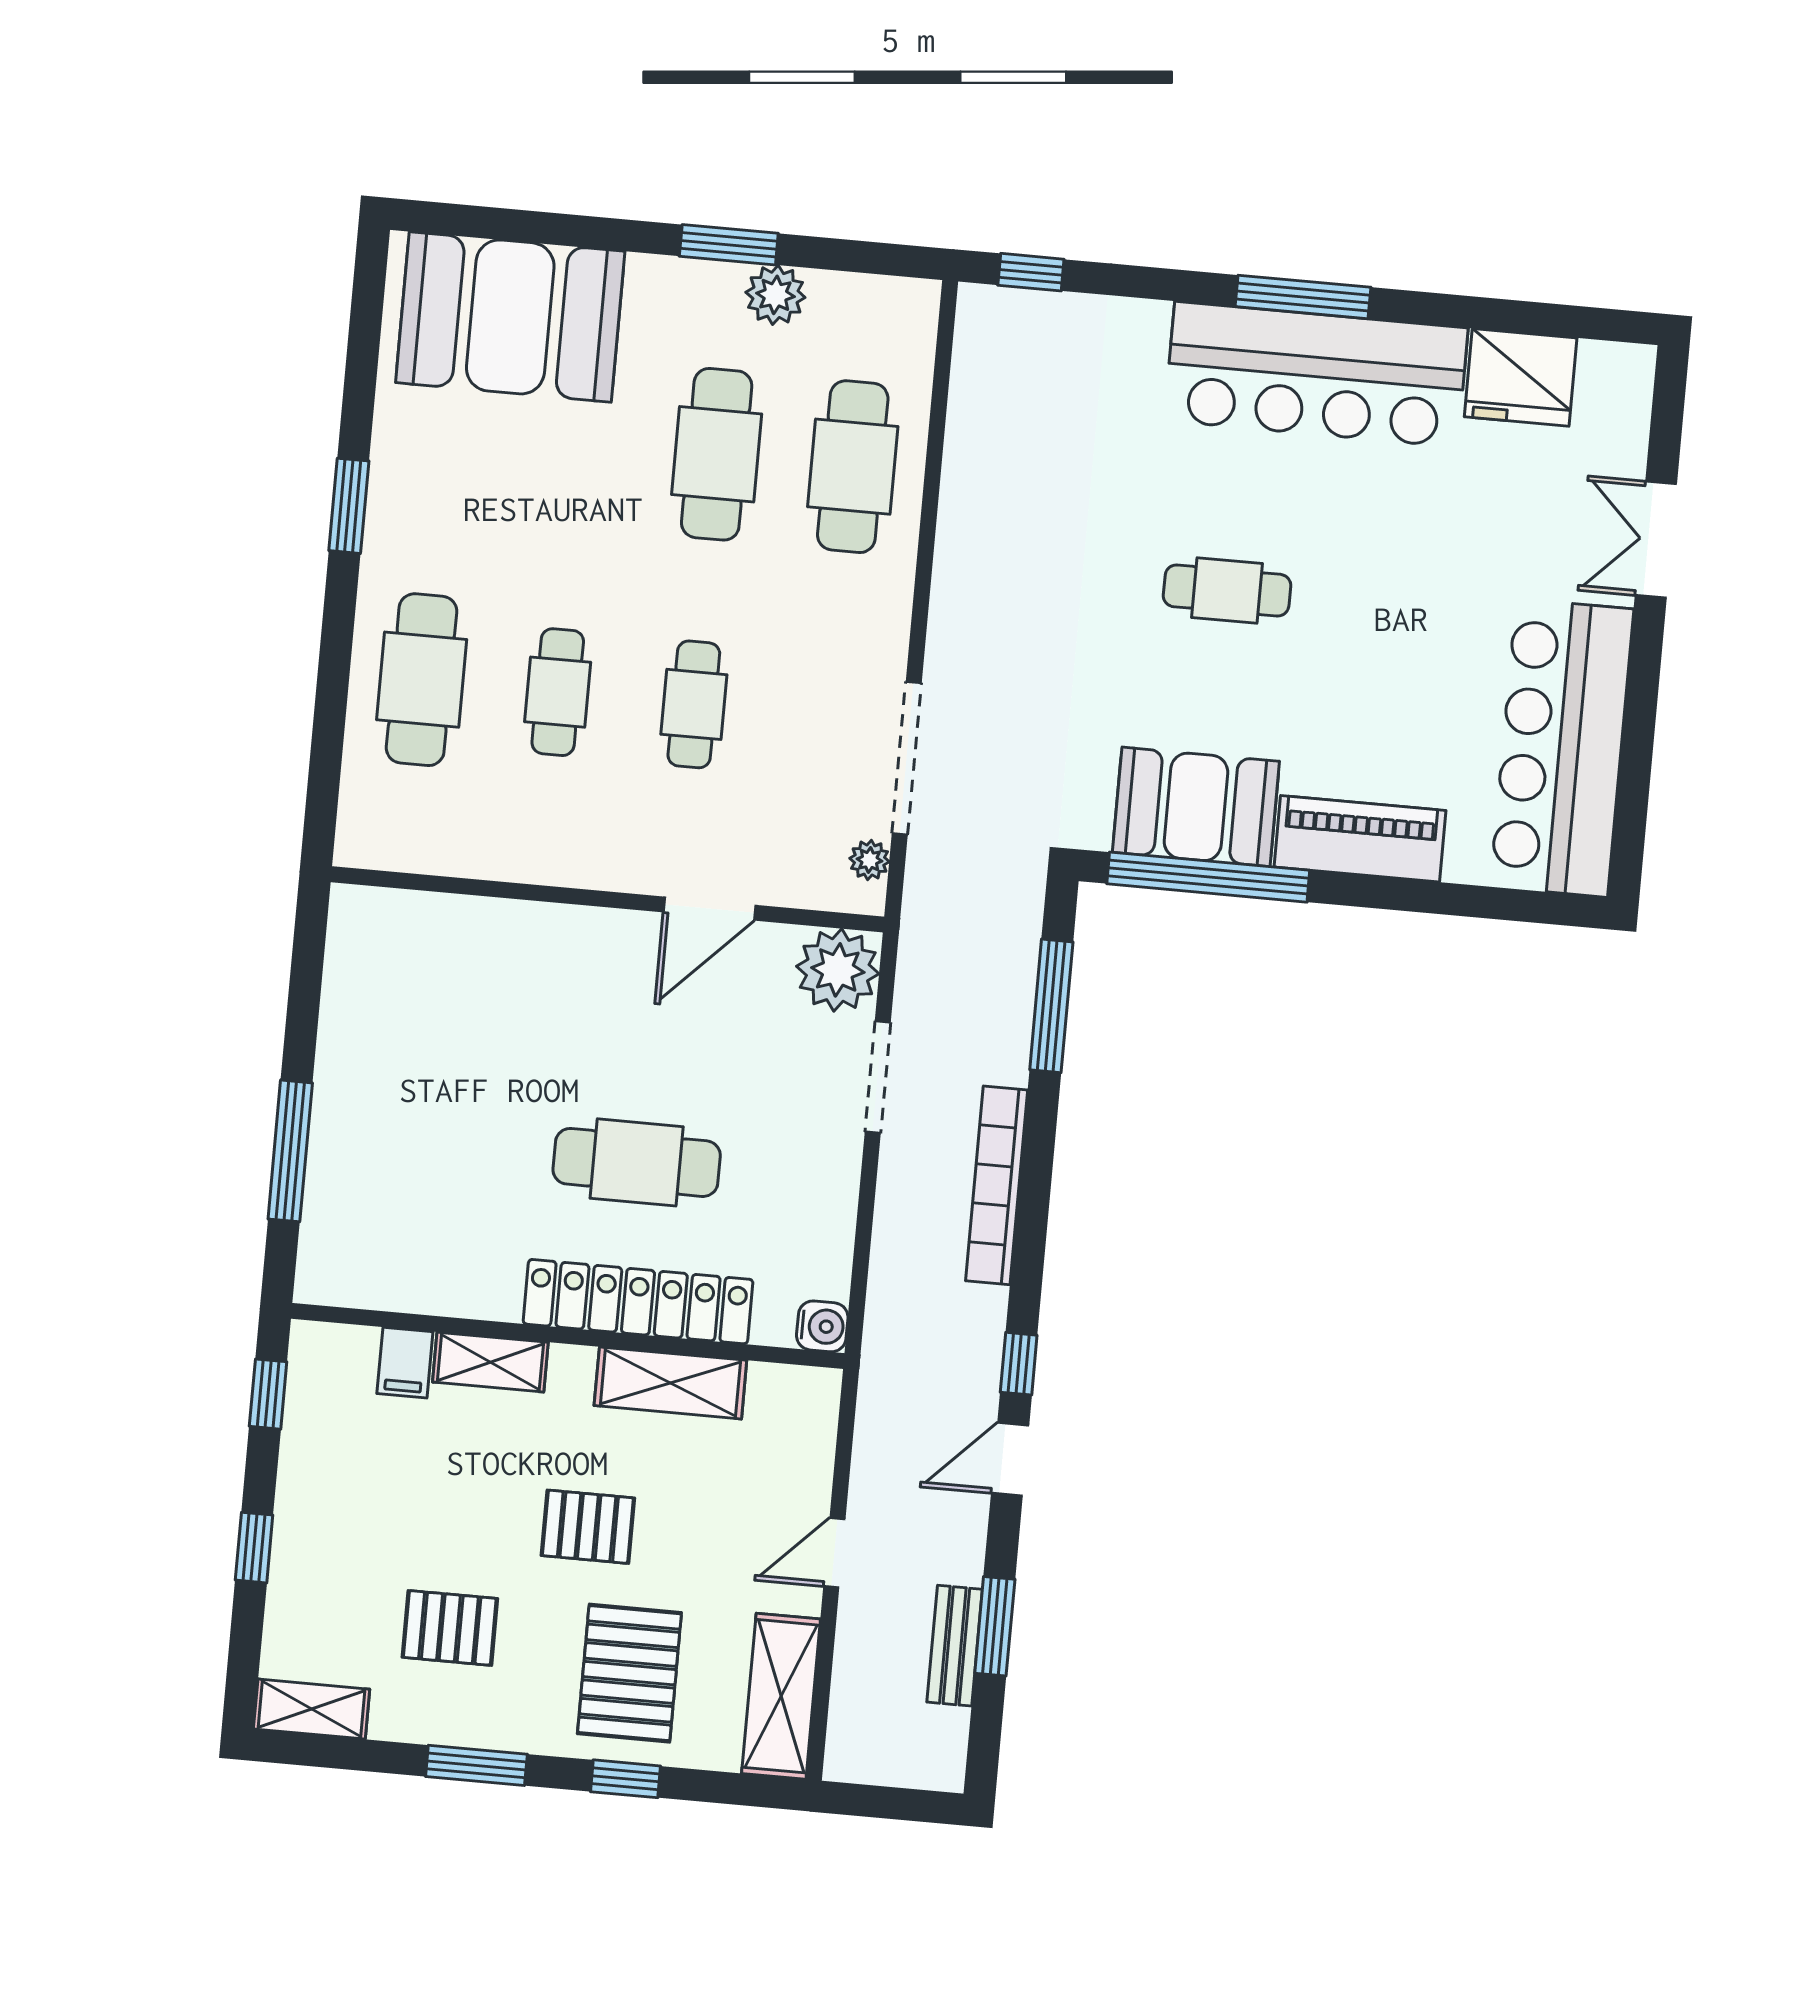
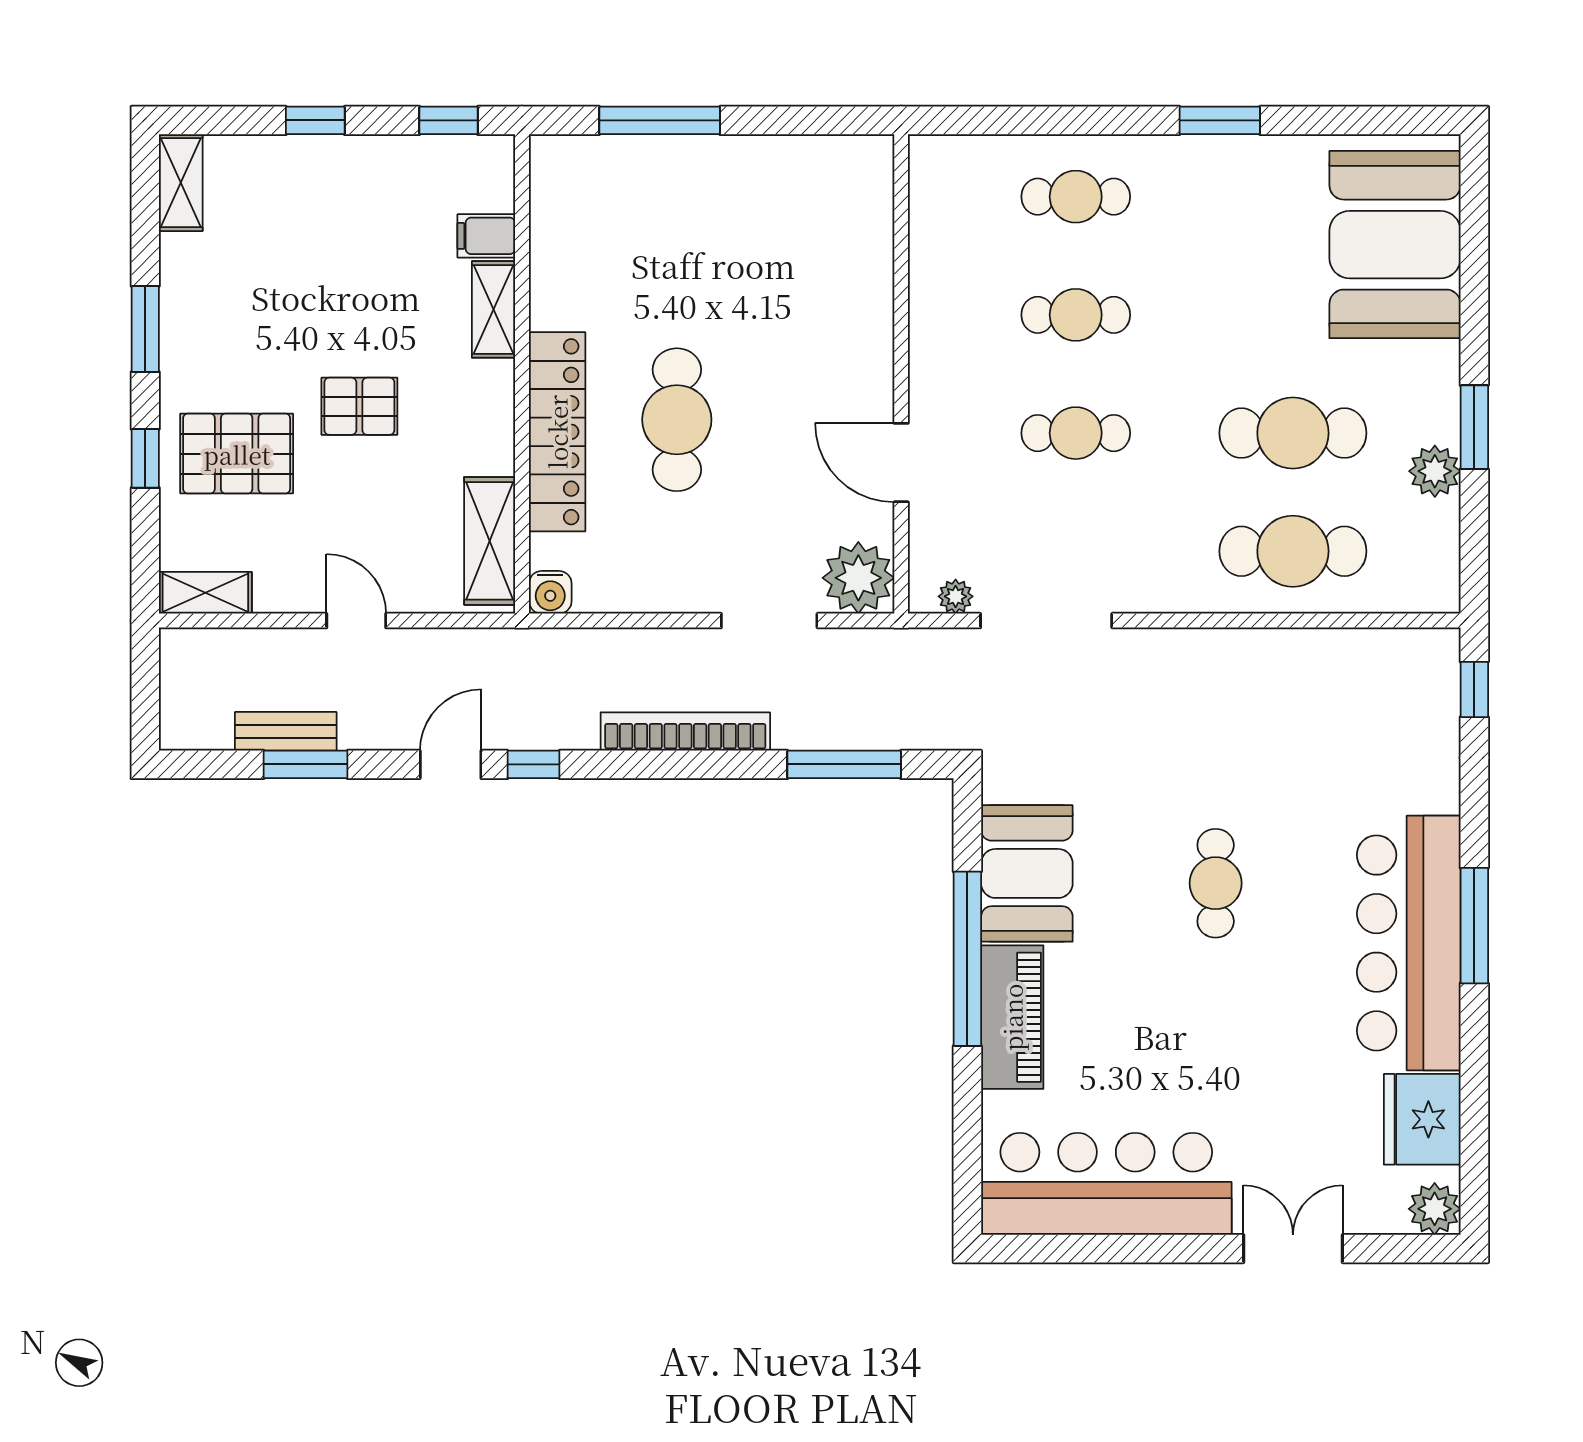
plant: (1625, 372) -> (1435, 1209), added
cafe table: (422, 680) -> (1076, 197), width x0.73, depth x0.74
window: (1208, 877) -> (967, 959), moved
shelving: (670, 1383) -> (490, 541), moved
door: (1010, 1459) -> (451, 764), hinge flipped
pallet: (588, 1527) -> (359, 406), turned 90
pallet: (450, 1628) -> (261, 295), removed
shelving: (781, 1696) -> (205, 593), width x0.67, depth x0.75

